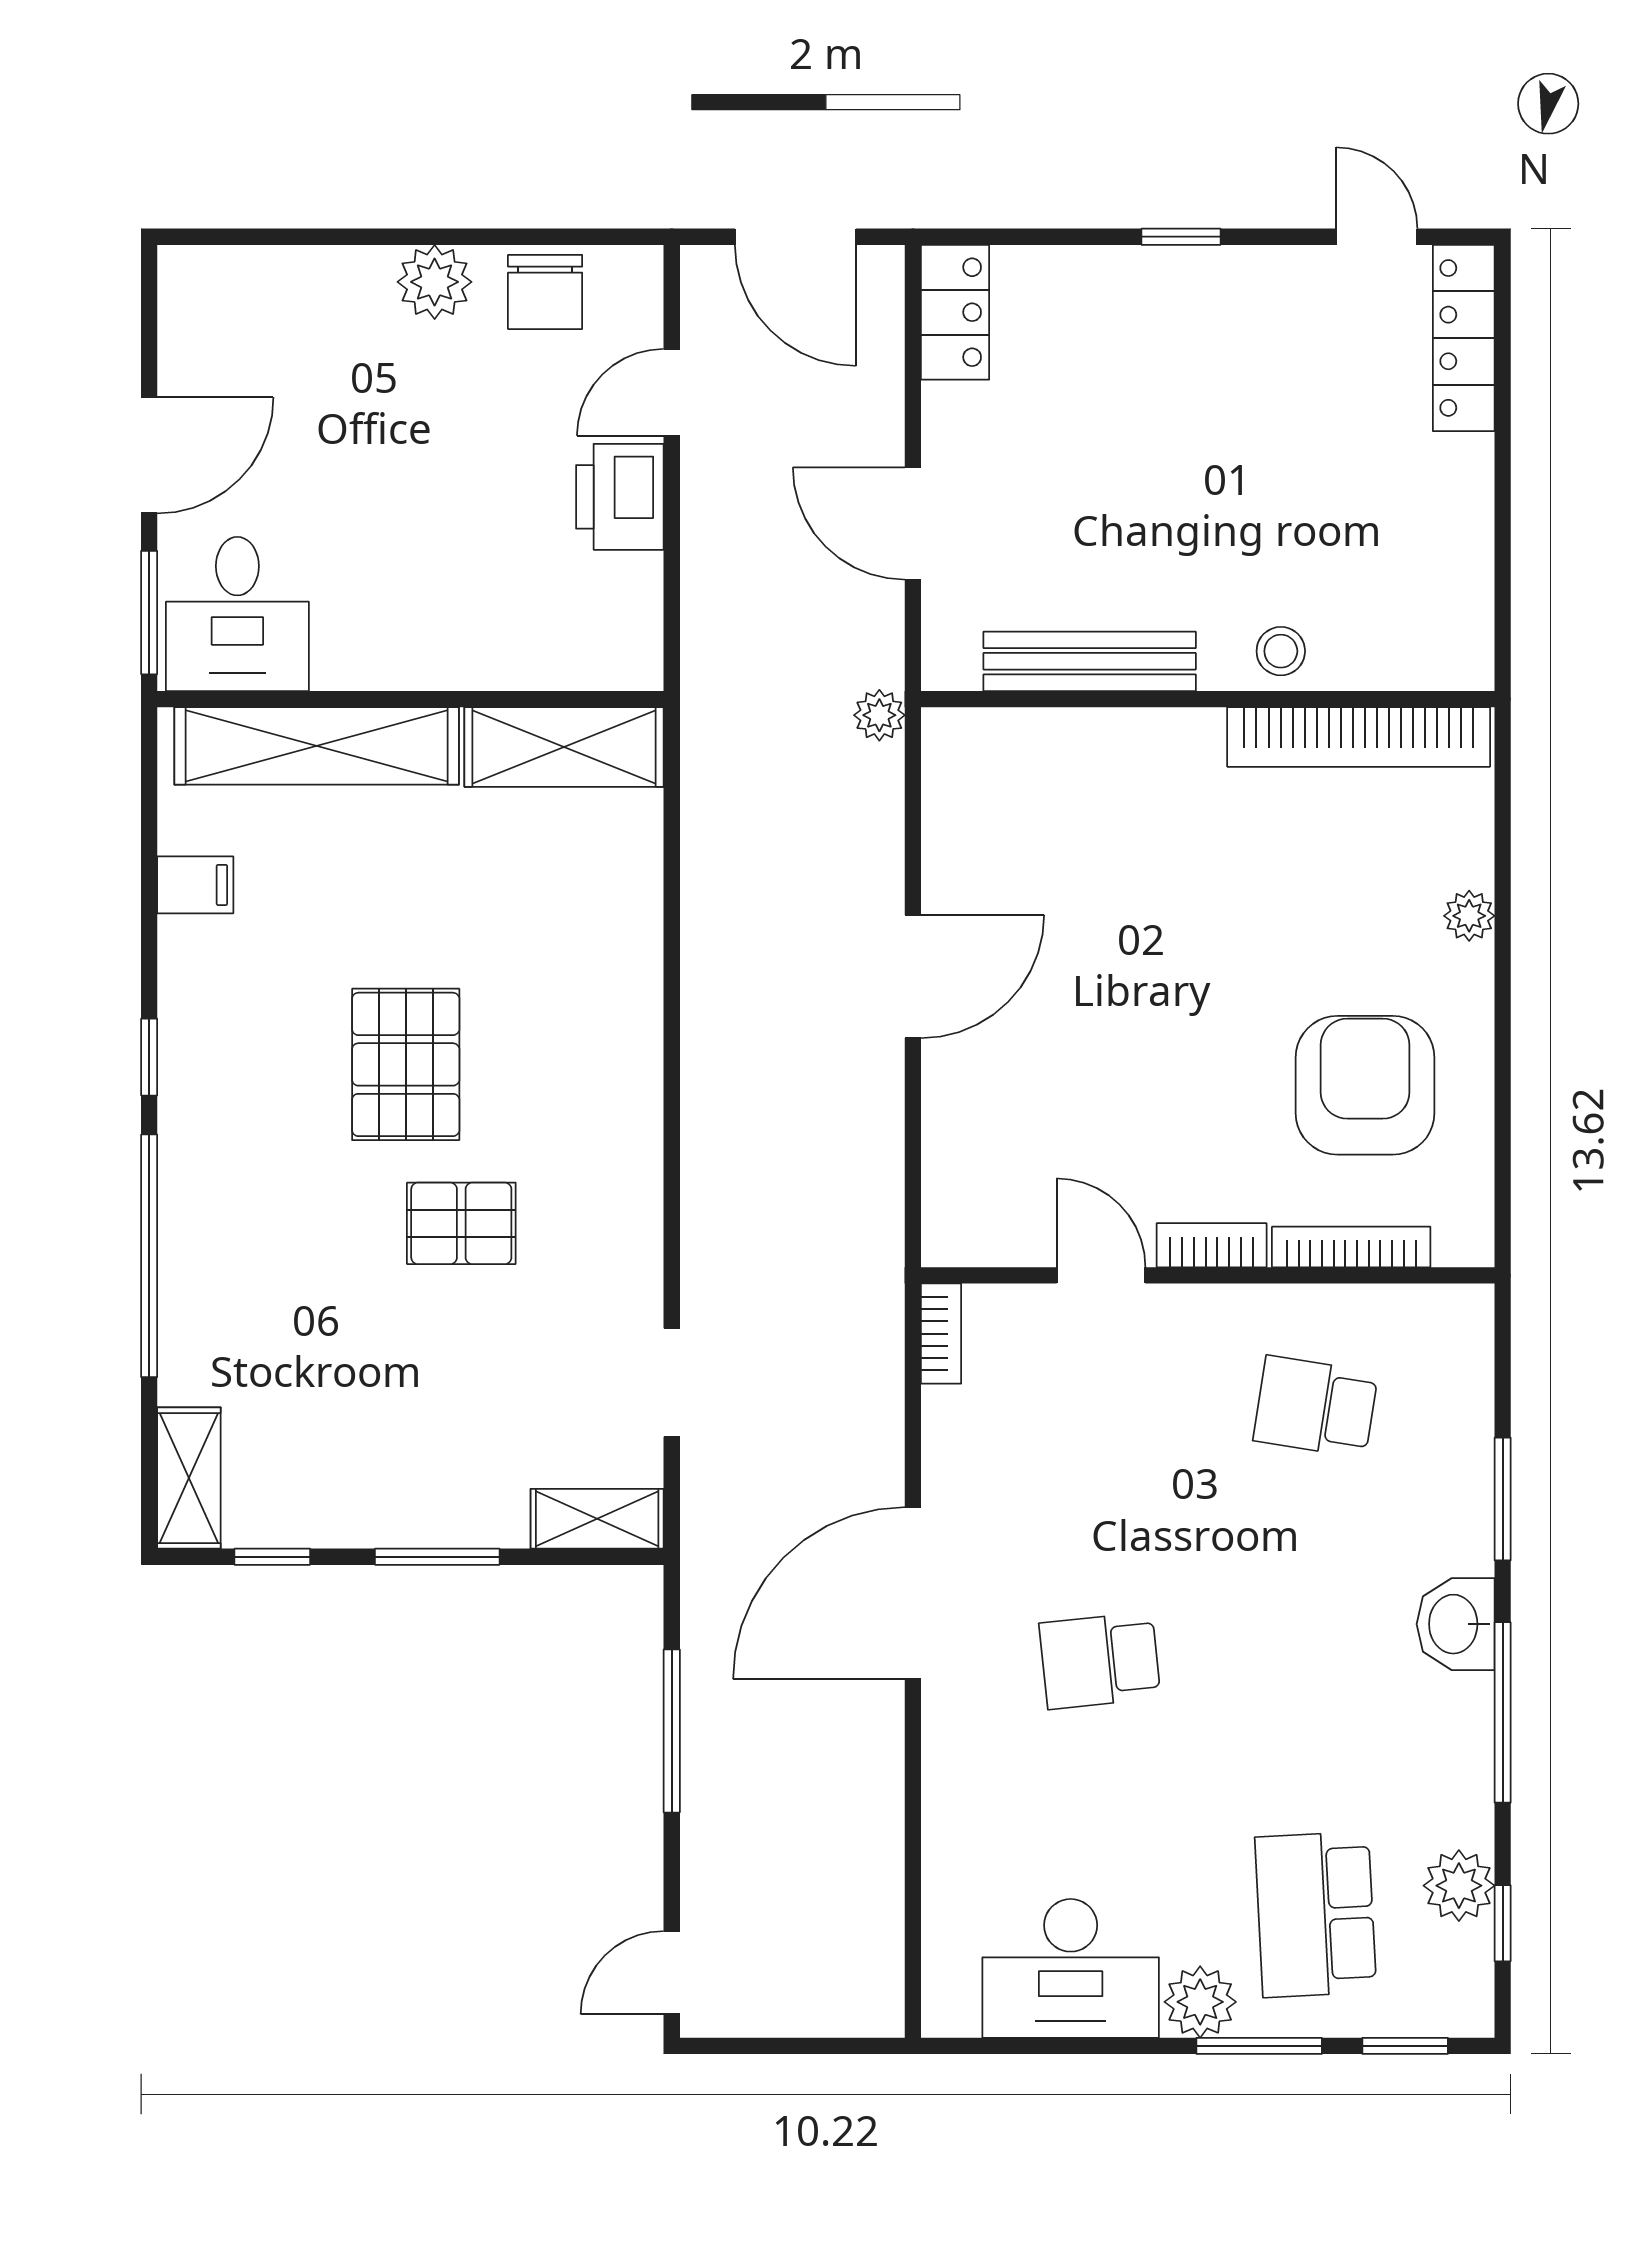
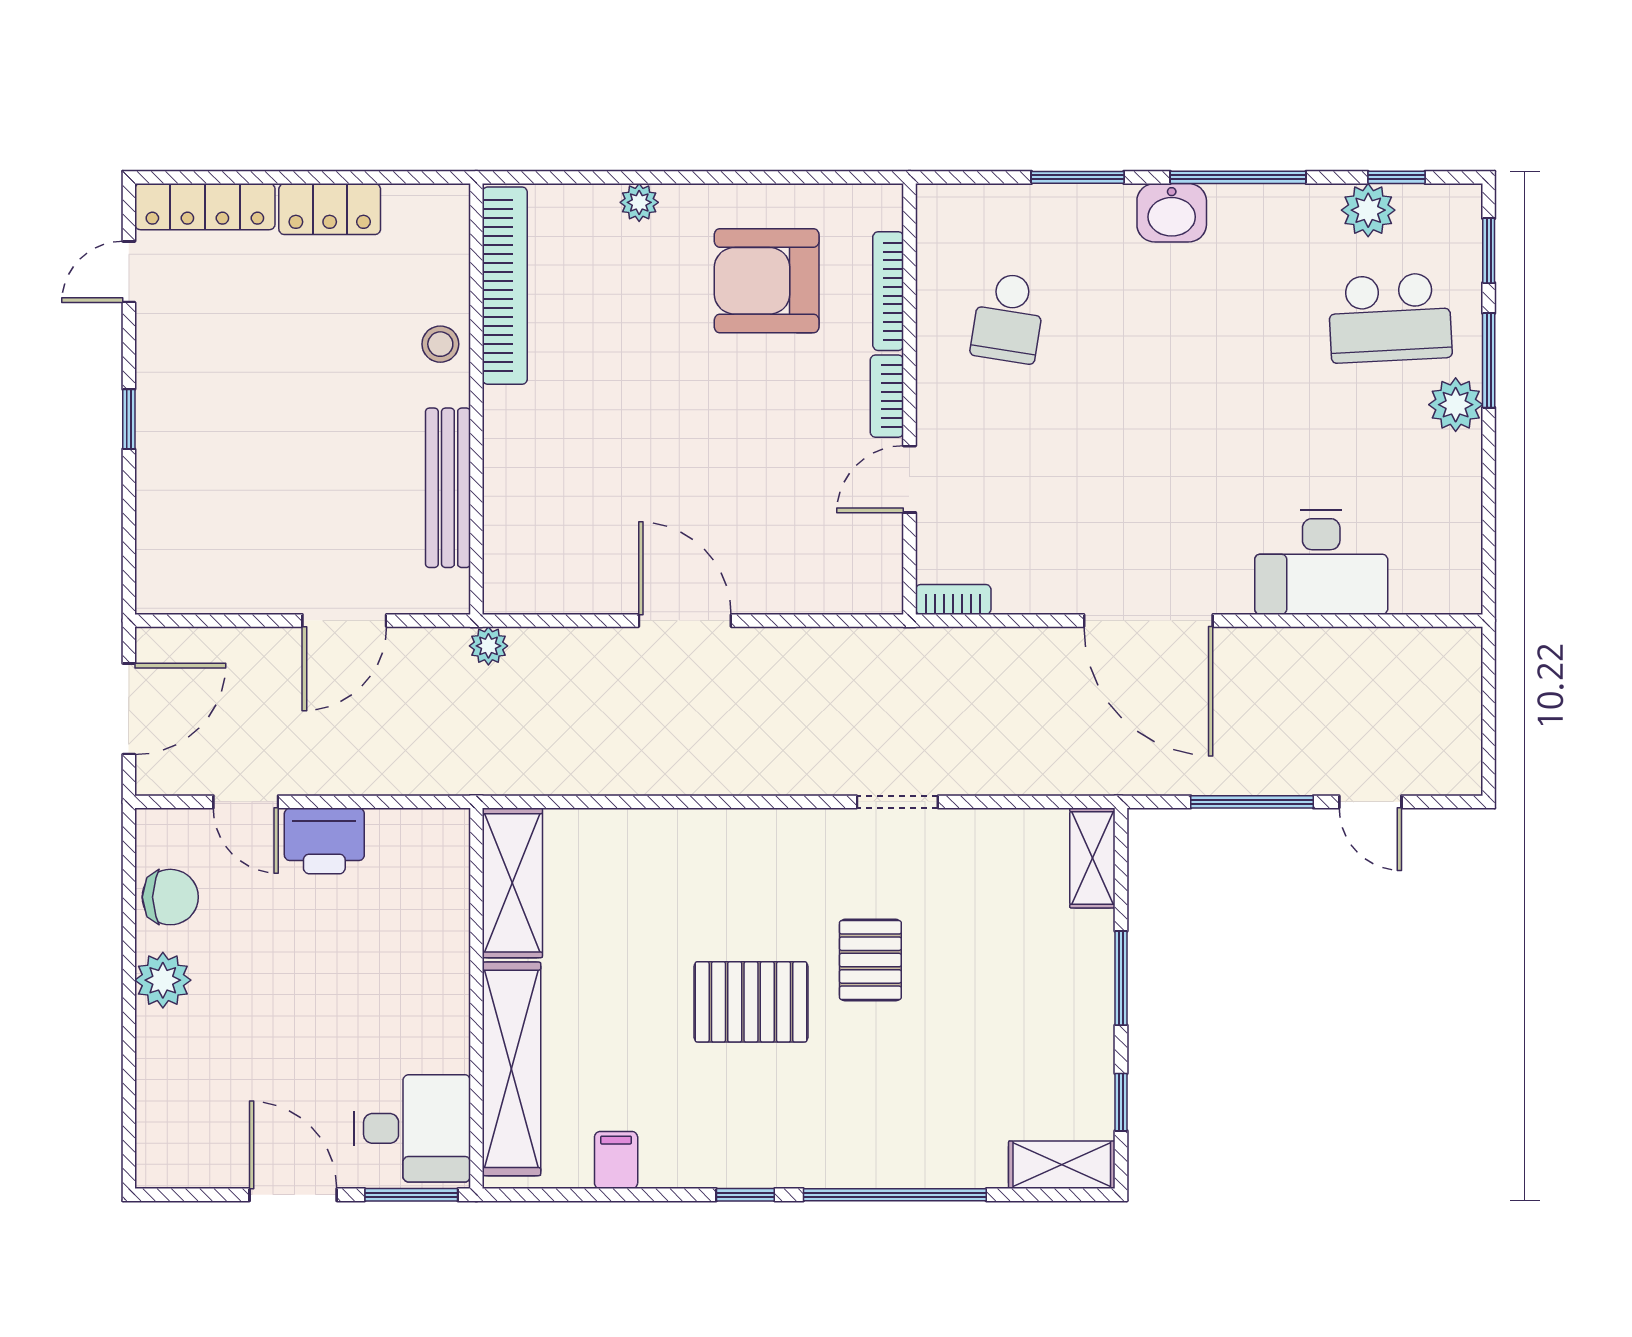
locker: (955, 312) -> (330, 209), moved, turned 180
doorway: (672, 1382) -> (897, 802), moved
school desk: (1100, 1661) -> (1199, 480), removed
desk: (1071, 1968) -> (1321, 562), moved, turned 90
door: (672, 1973) -> (1370, 802), moved

